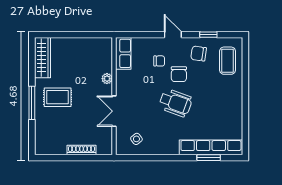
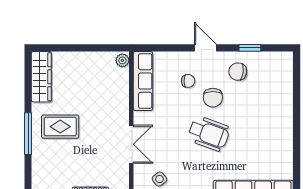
row of seats: (123, 53) -> (143, 81), width x1.48
coffee table: (228, 61) -> (274, 81), removed
plant: (107, 79) -> (122, 60), moved
double door: (114, 111) -> (131, 144), swing flipped

